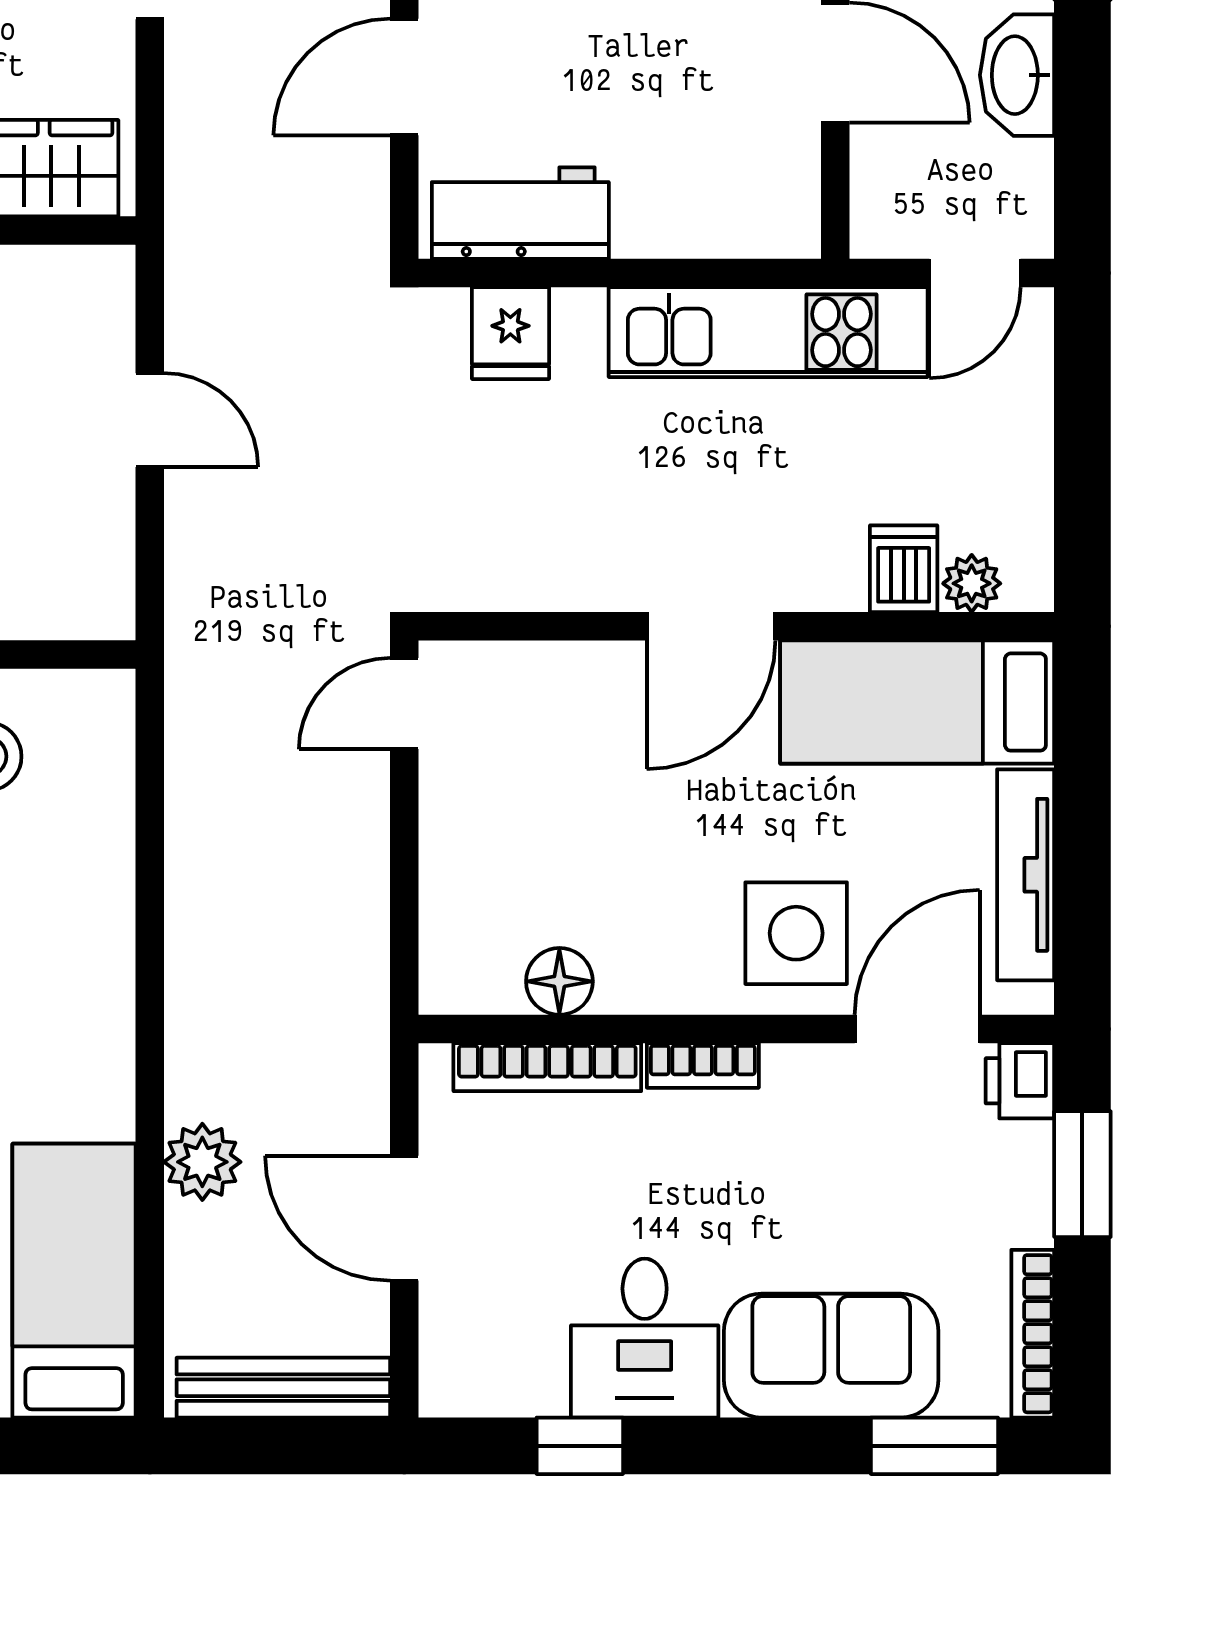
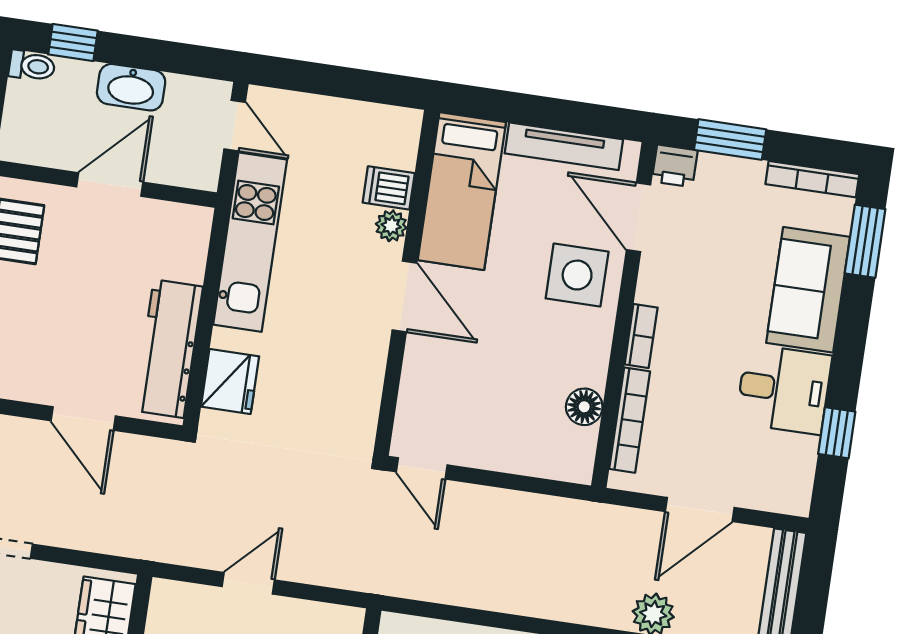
workbench: (520, 213) -> (169, 349), width x1.38
fridge: (510, 333) -> (230, 381), width x1.38
plant: (972, 583) -> (391, 226), moved

